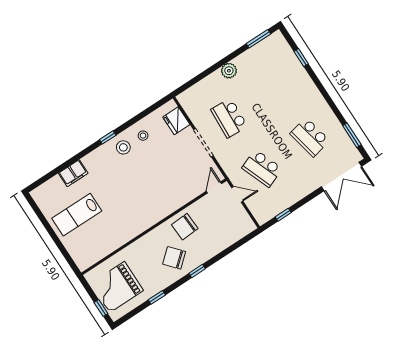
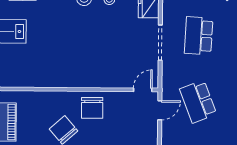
door: (237, 194) -> (160, 110), hinge flipped
chair: (185, 227) -> (92, 108), turned -87

